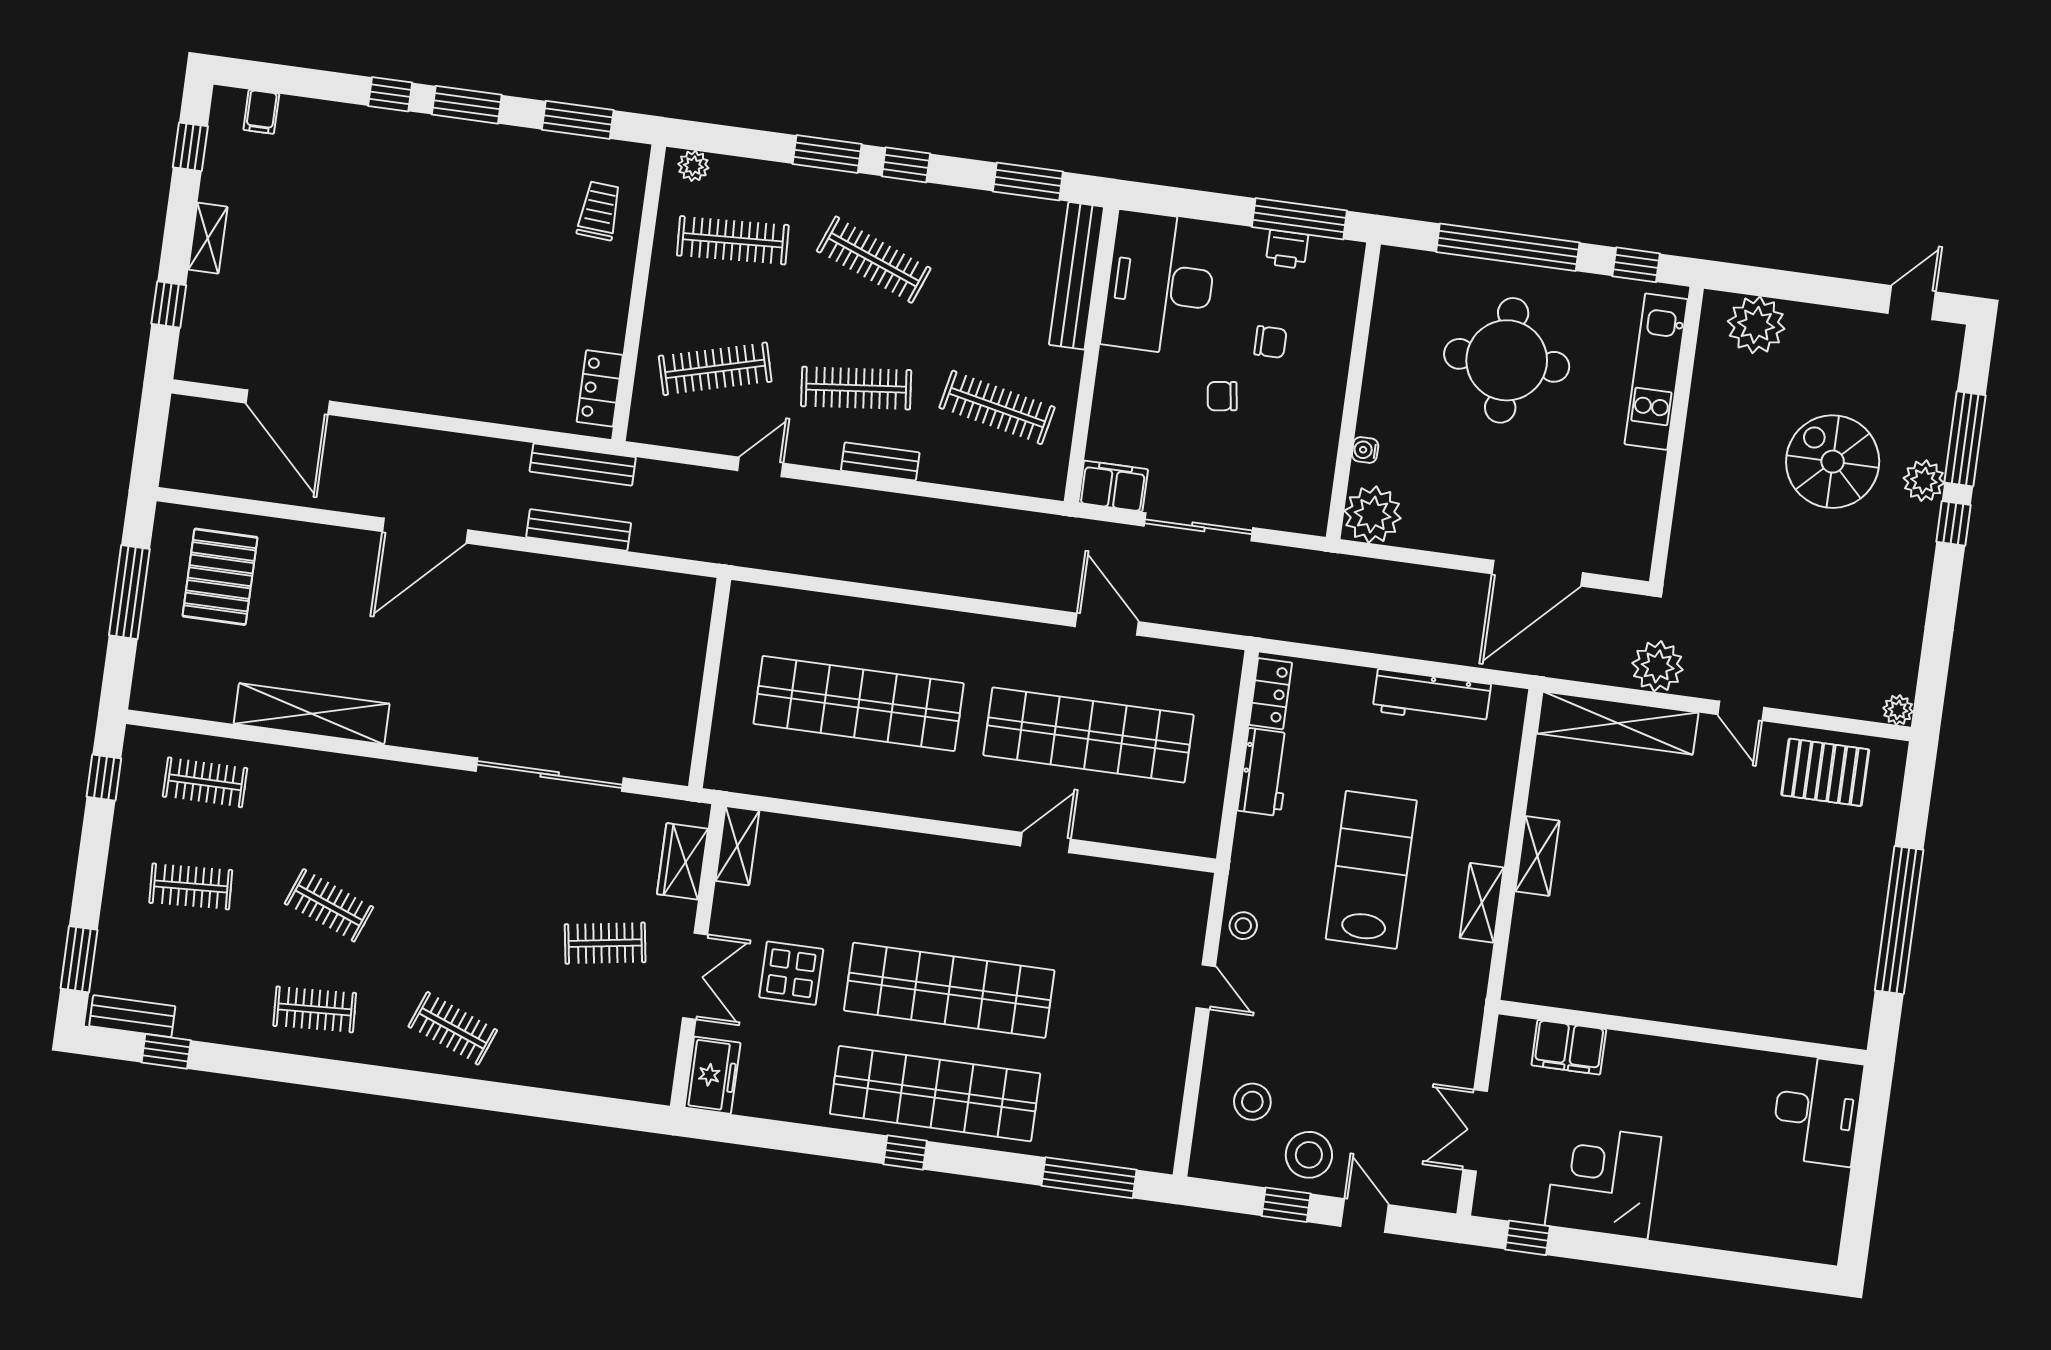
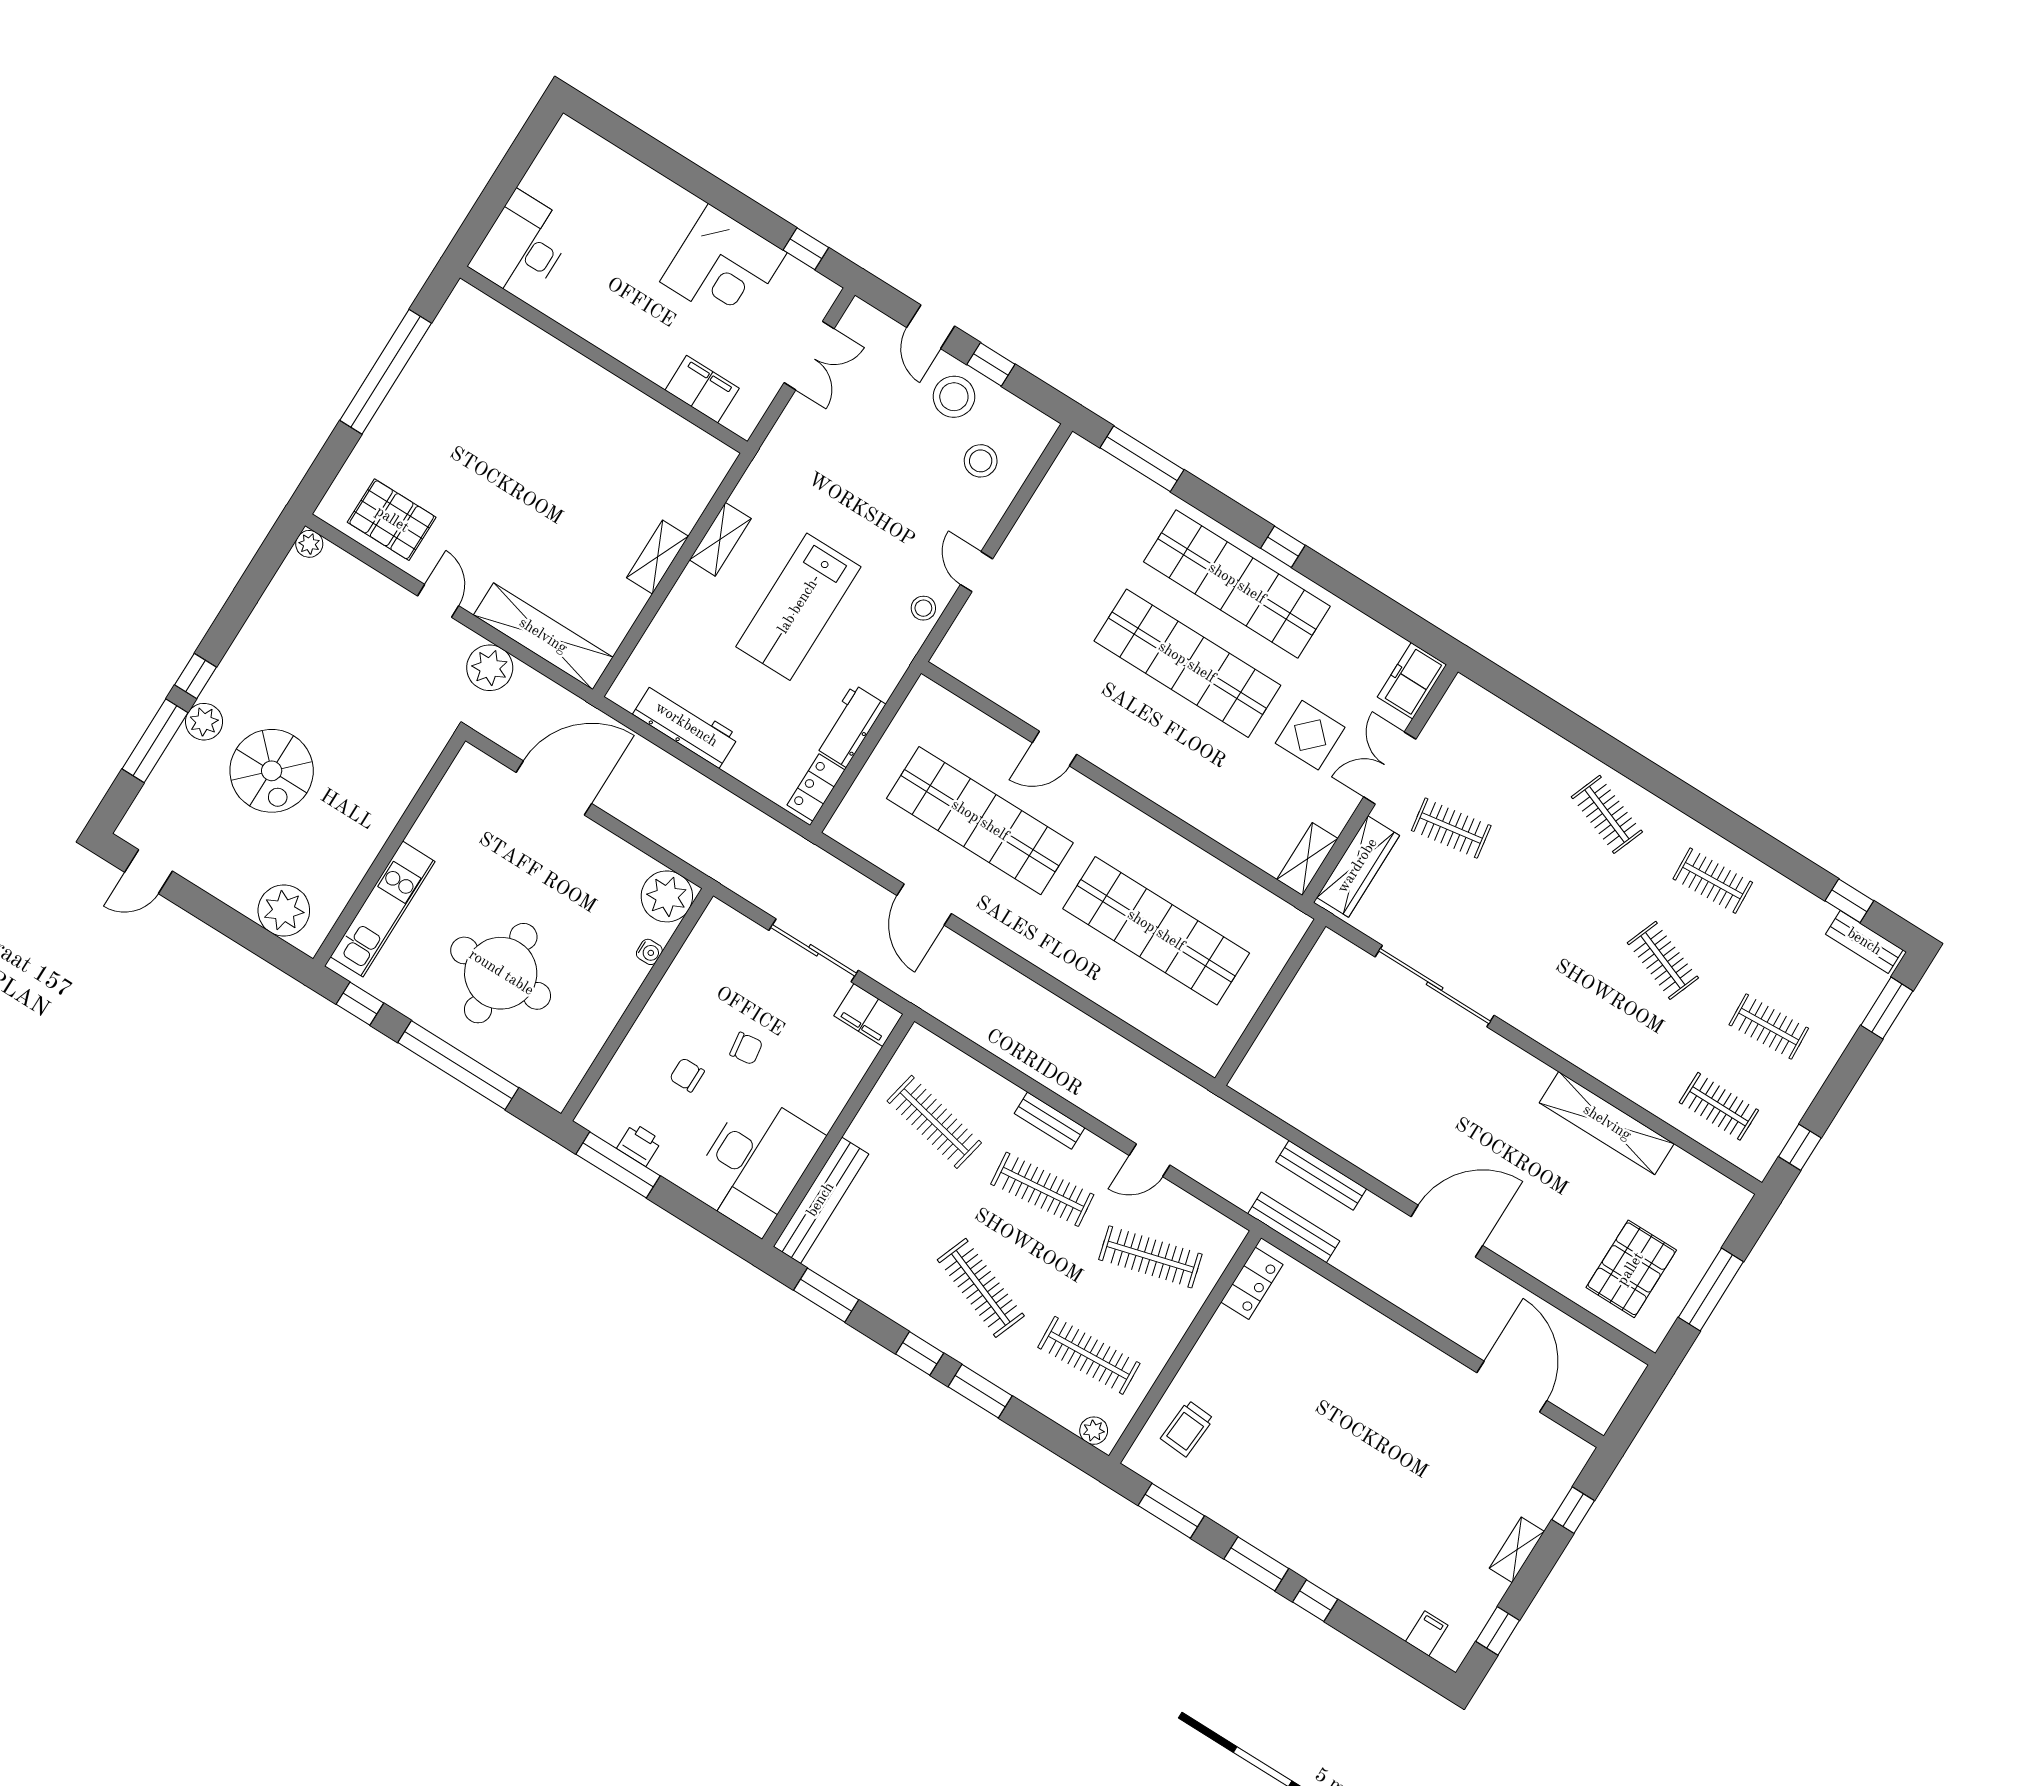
wardrobe: (682, 861) -> (1358, 866), width x1.50

